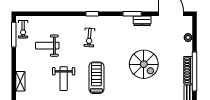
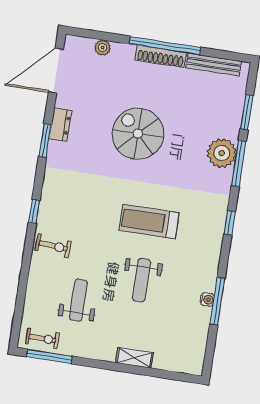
exercise bike: (89, 37) -> (53, 246), moved
weight bench: (47, 46) -> (78, 300), turned 180
spiral stairs: (144, 64) -> (138, 134), turned -90
weight bench: (64, 79) -> (141, 280), turned 90

